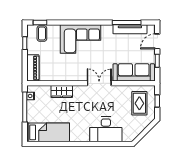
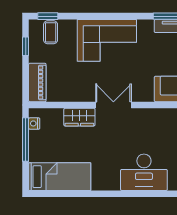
double door: (99, 83) -> (113, 105), moved

